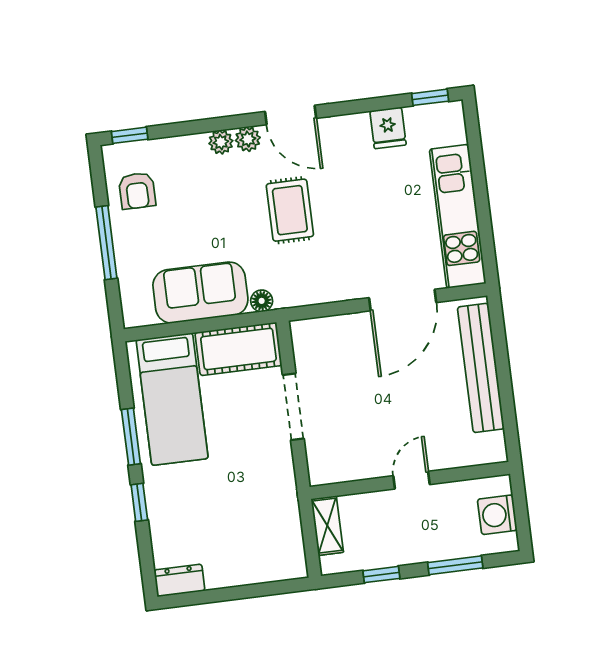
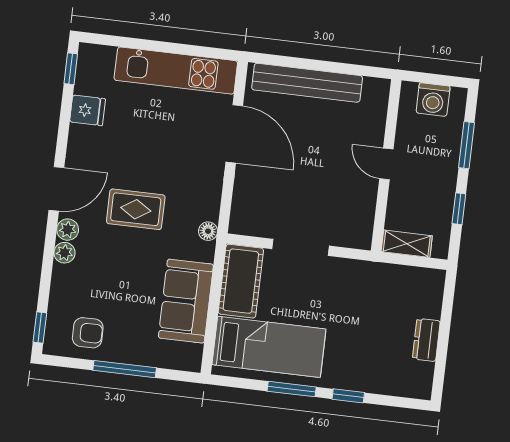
floor lamp: (262, 301) -> (208, 231), moved
dresser: (179, 580) -> (426, 340), moved

